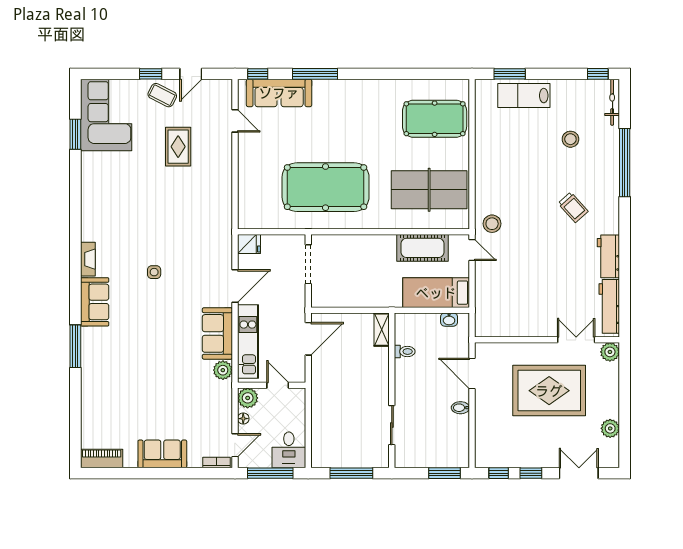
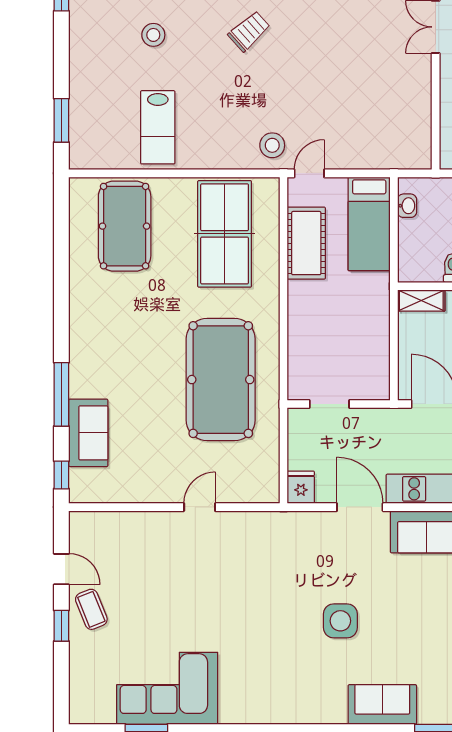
sofa: (279, 93) -> (88, 433), width x0.73
coffee table: (162, 95) -> (91, 609), turned -49
lab bench: (524, 96) -> (158, 127), moved
corner sofa: (106, 115) -> (167, 688), moved
door: (235, 121) -> (200, 507), moved
rug: (178, 147) -> (164, 587), removed
fireplace: (88, 259) -> (322, 714), removed
doorway: (308, 264) -> (329, 404), width x0.73
side table: (154, 272) -> (340, 621), width x1.87, depth x1.87

